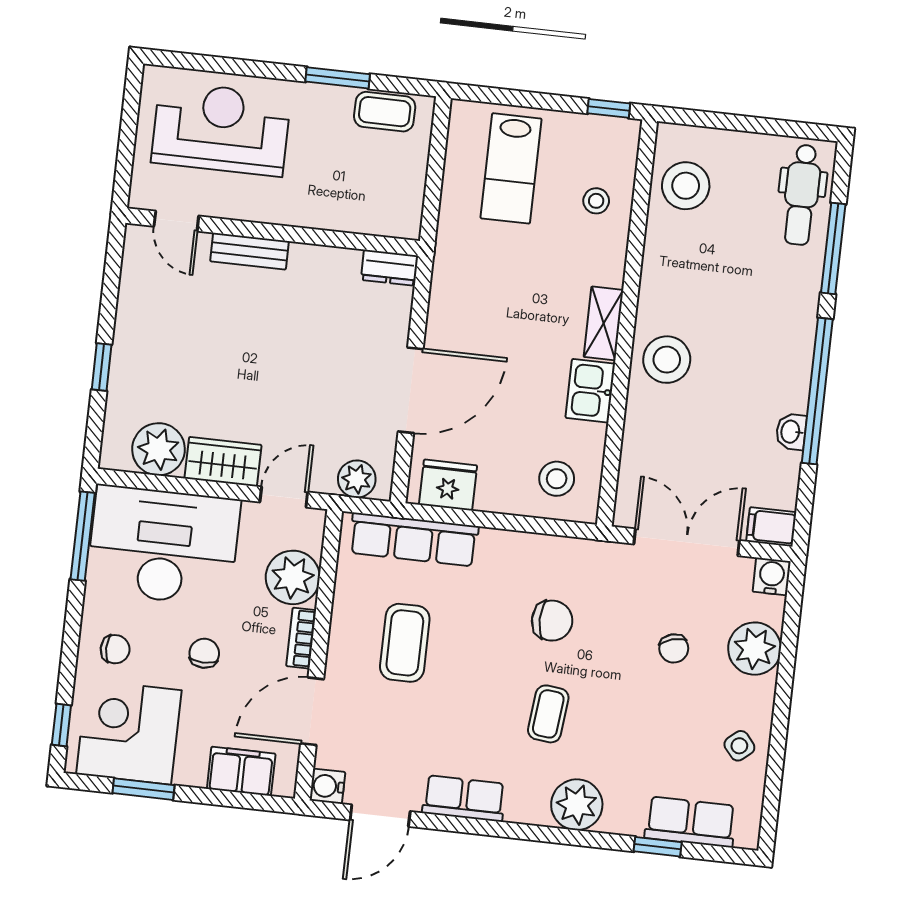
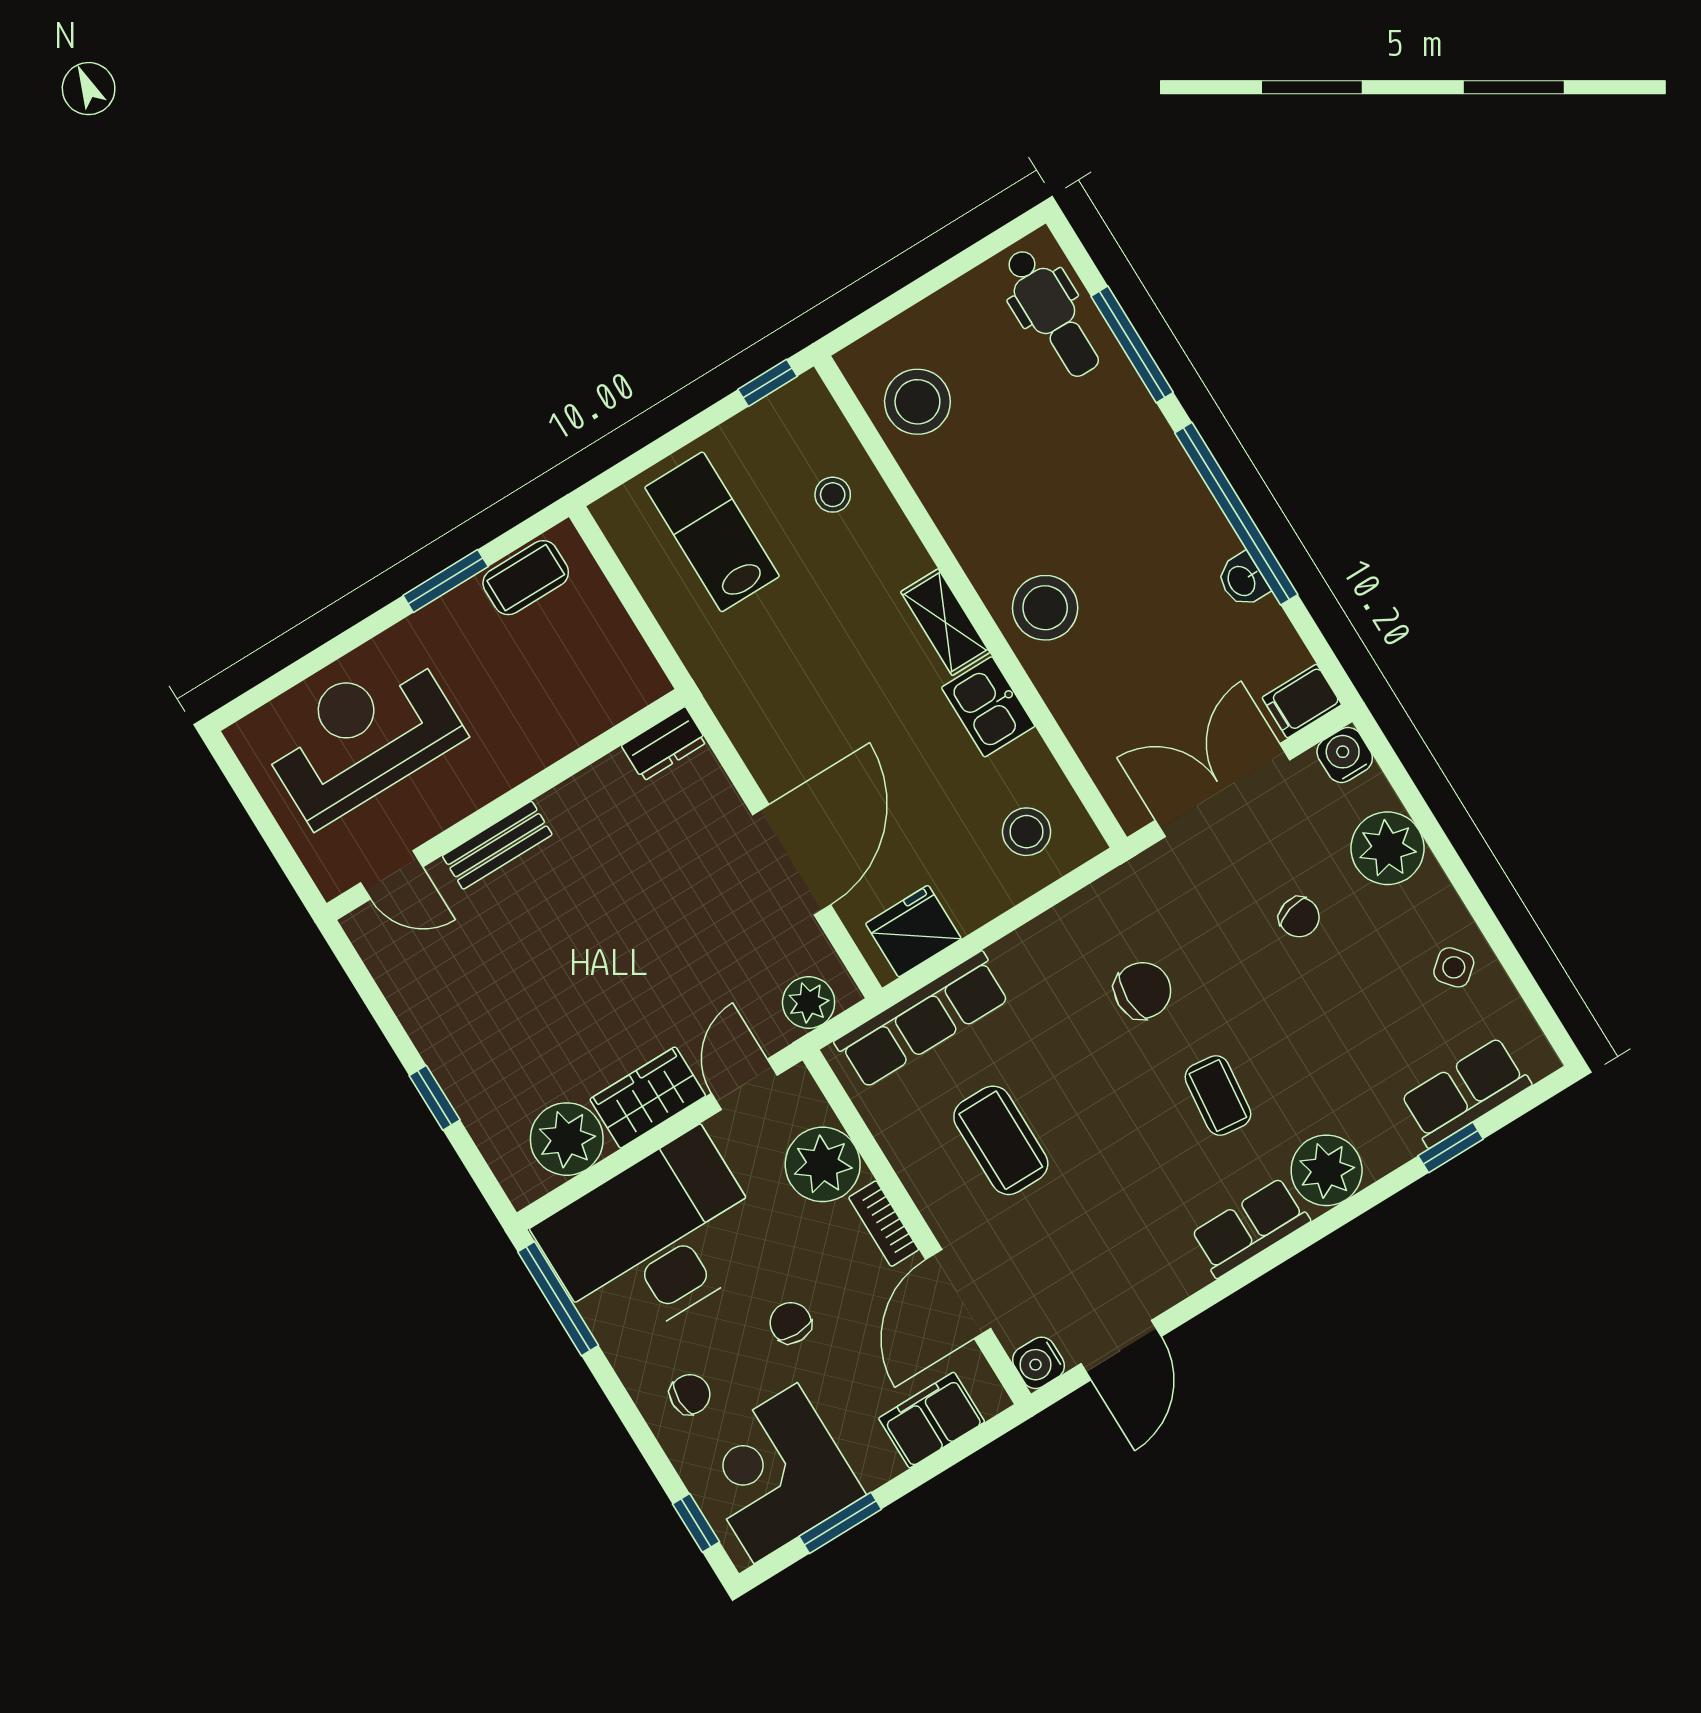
lab bench: (511, 168) -> (712, 532), turned 180
row of seats: (464, 798) -> (1250, 1228), moved

